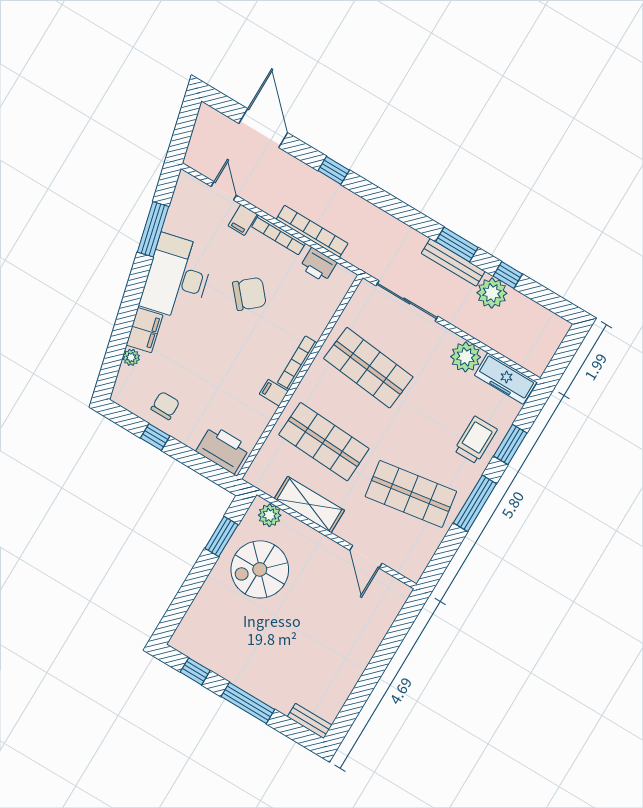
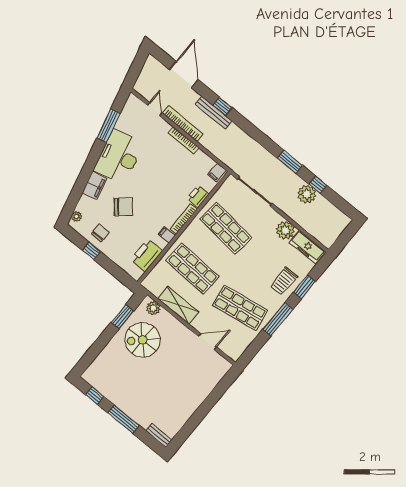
filing cabinet: (243, 220) -> (217, 172), moved
bookcase: (312, 231) -> (183, 124), moved
bench: (453, 262) -> (214, 113), moved
printer: (318, 265) -> (198, 196), moved, turned 90
chair: (249, 294) -> (123, 207), moved
plant: (131, 357) -> (77, 216), moved
trolley: (476, 440) -> (284, 281), turned 180
printer: (223, 449) -> (147, 255), moved, turned -90
door: (366, 557) -> (207, 342), swing flipped

